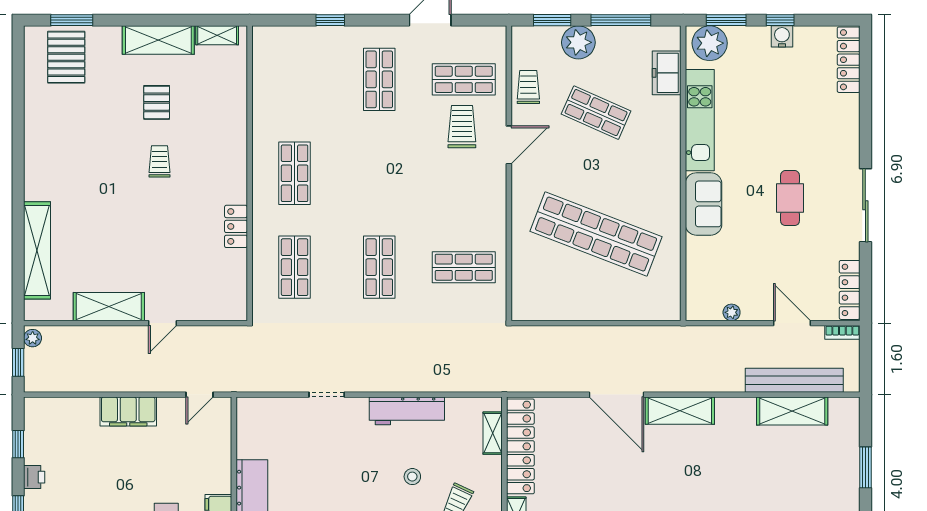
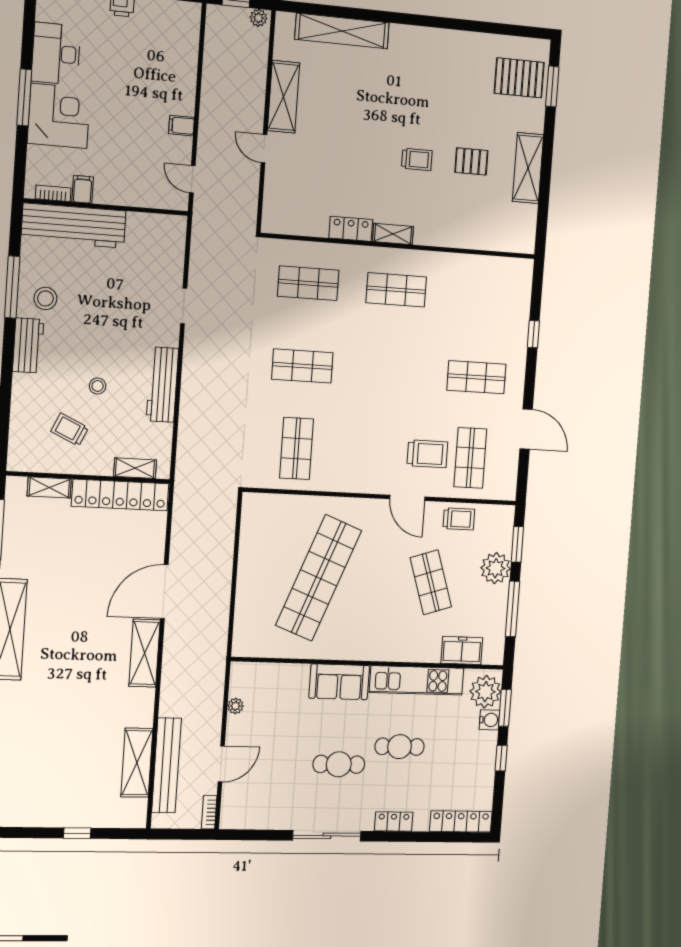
shelving: (217, 35) -> (393, 234), moved, turned 90
water cooler: (782, 36) -> (489, 720), moved
shop shelf: (596, 113) -> (431, 582), turned -42
cafe table: (770, 133) -> (400, 747), added
locker: (850, 290) -> (394, 822), moved, width x0.66
filing cabinet: (128, 411) -> (181, 126), width x0.33, depth x0.86
window: (865, 467) -> (77, 833), width x0.67

